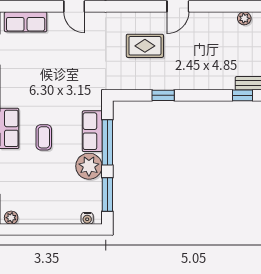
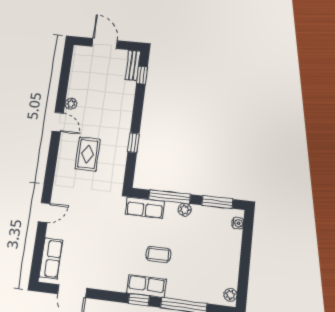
plant: (244, 18) -> (71, 104), moved
row of seats: (92, 131) -> (145, 208), moved
plant: (89, 166) -> (185, 210), width x0.53, depth x0.53

